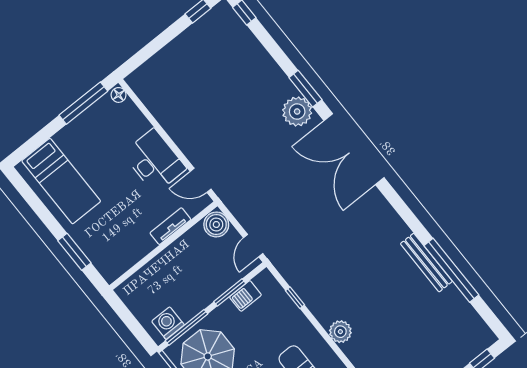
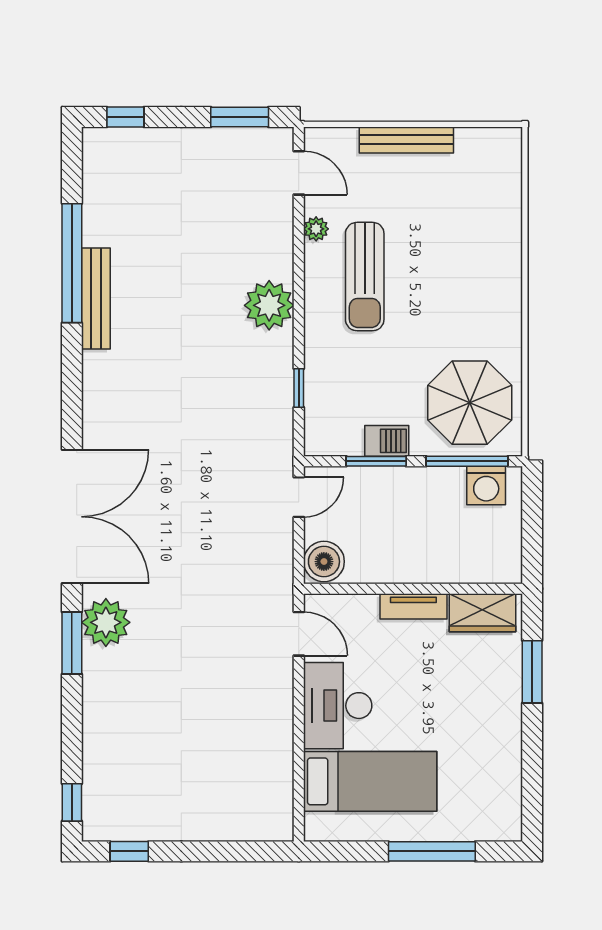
floor lamp: (119, 95) -> (316, 826), removed
window: (83, 103) -> (432, 851), moved
bed: (61, 181) -> (370, 781), moved, turned 90
tv unit: (170, 226) -> (413, 606), moved
wardrobe: (121, 261) -> (483, 613), added
barbecue: (245, 296) -> (387, 441), moved
plant: (340, 332) -> (269, 305), width x1.36, depth x1.36

